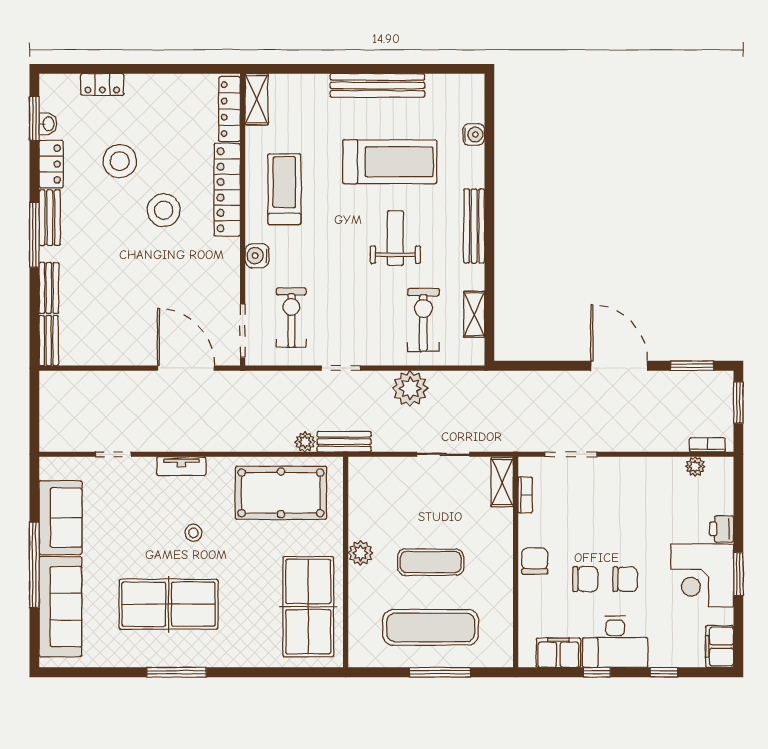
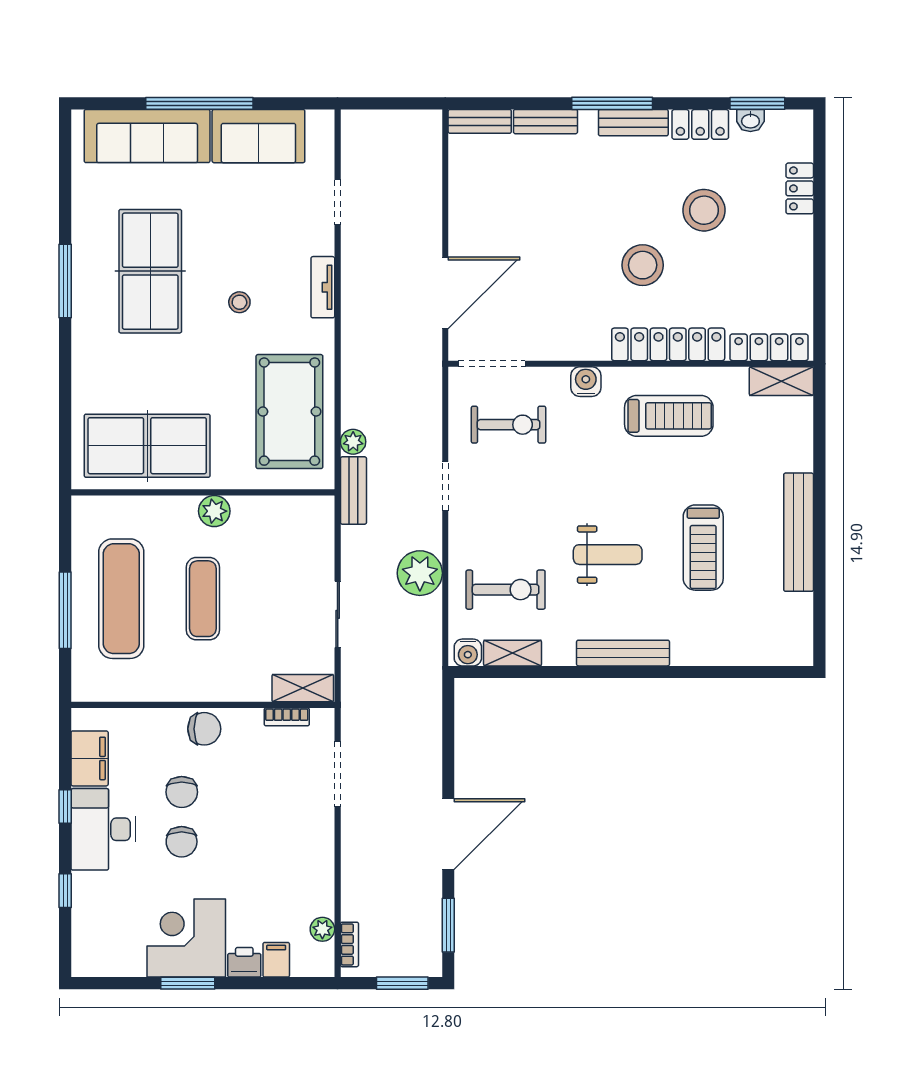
water cooler: (474, 135) -> (468, 652), moved
treadmill: (390, 162) -> (703, 548), width x0.73, depth x0.73
filing cabinet: (720, 647) -> (276, 960), moved, width x0.50

